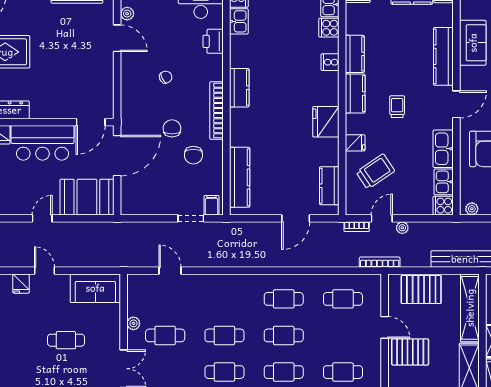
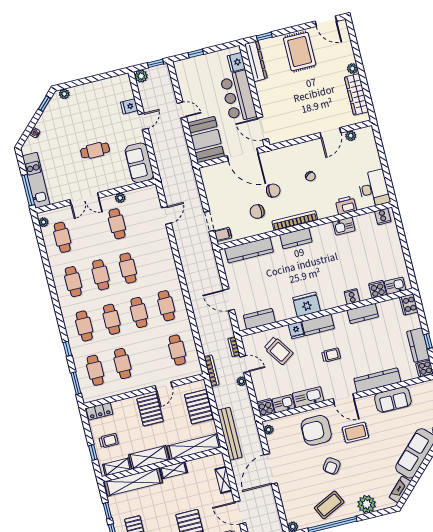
kitchen sink: (239, 21) -> (344, 226), moved
kitchen counter: (239, 88) -> (296, 238), moved
kitchen counter: (355, 93) -> (318, 325), moved
cafe table: (66, 340) -> (95, 150), turned 90

